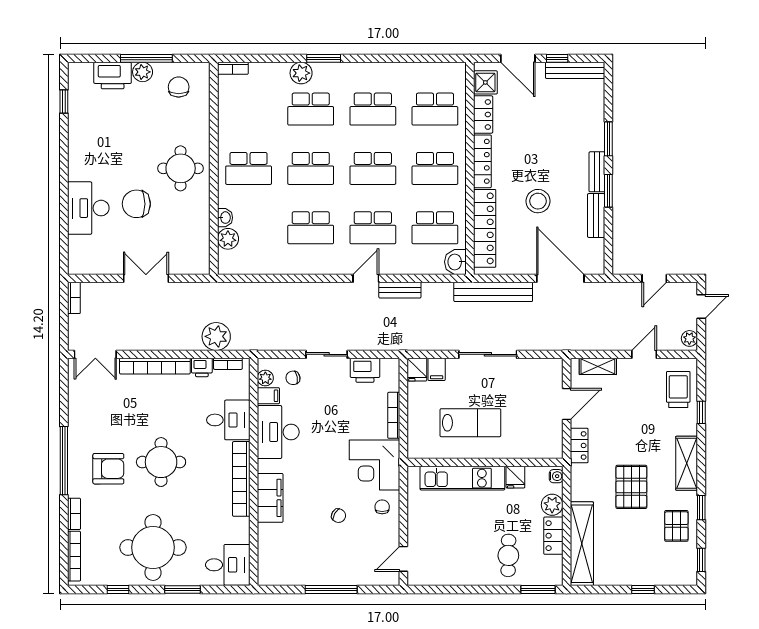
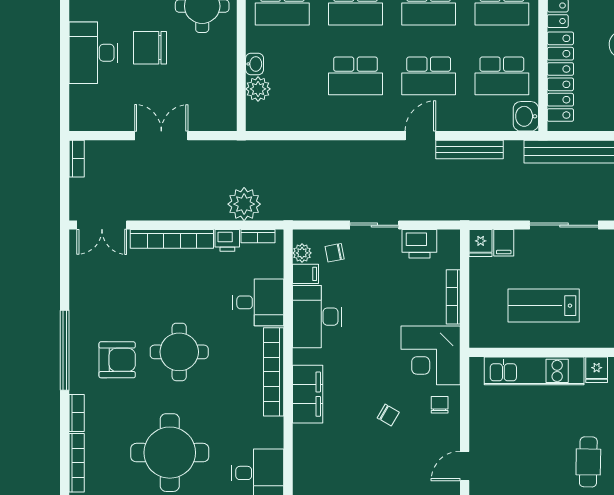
bench: (400, 290) -> (469, 149), width x1.36
lab bench: (470, 423) -> (544, 306), turned 180

